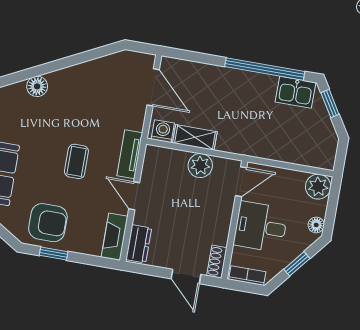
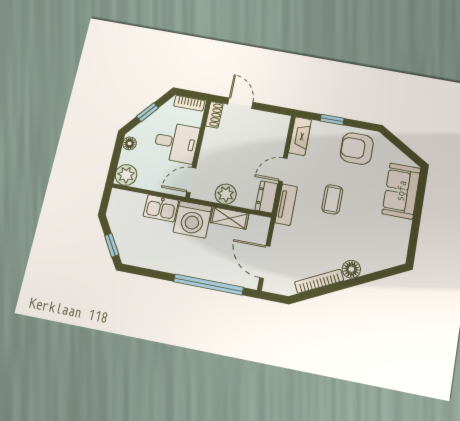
bookcase: (91, 67) -> (319, 281), added
window: (265, 69) -> (208, 285), moved
floor lamp: (37, 86) -> (351, 269), moved
kitchen sink: (295, 92) -> (161, 208), moved, turned 180
washing machine: (163, 131) -> (193, 219), moved, width x1.89, depth x1.89
door: (134, 196) -> (283, 170), swing flipped
dresser: (139, 244) -> (266, 197), moved
window: (54, 253) -> (332, 120), moved

